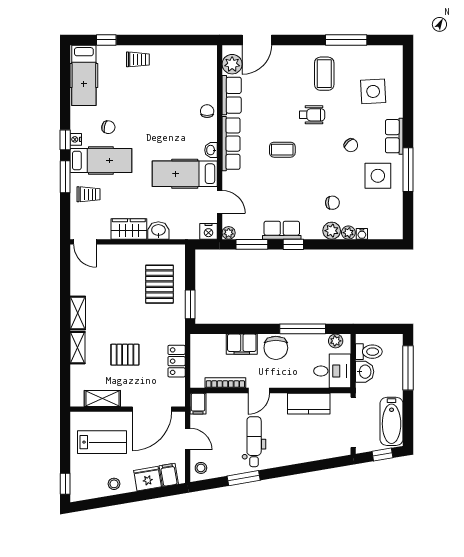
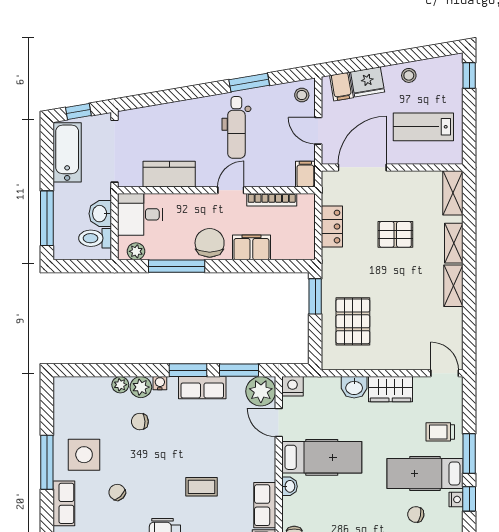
row of seats: (231, 144) -> (265, 505), width x0.68
plant: (229, 233) -> (261, 391), width x1.88, depth x1.88
water cooler: (362, 234) -> (160, 383), moved
window: (293, 244) -> (188, 370), width x1.50
shelving: (102, 398) -> (453, 193), moved, turned 90

